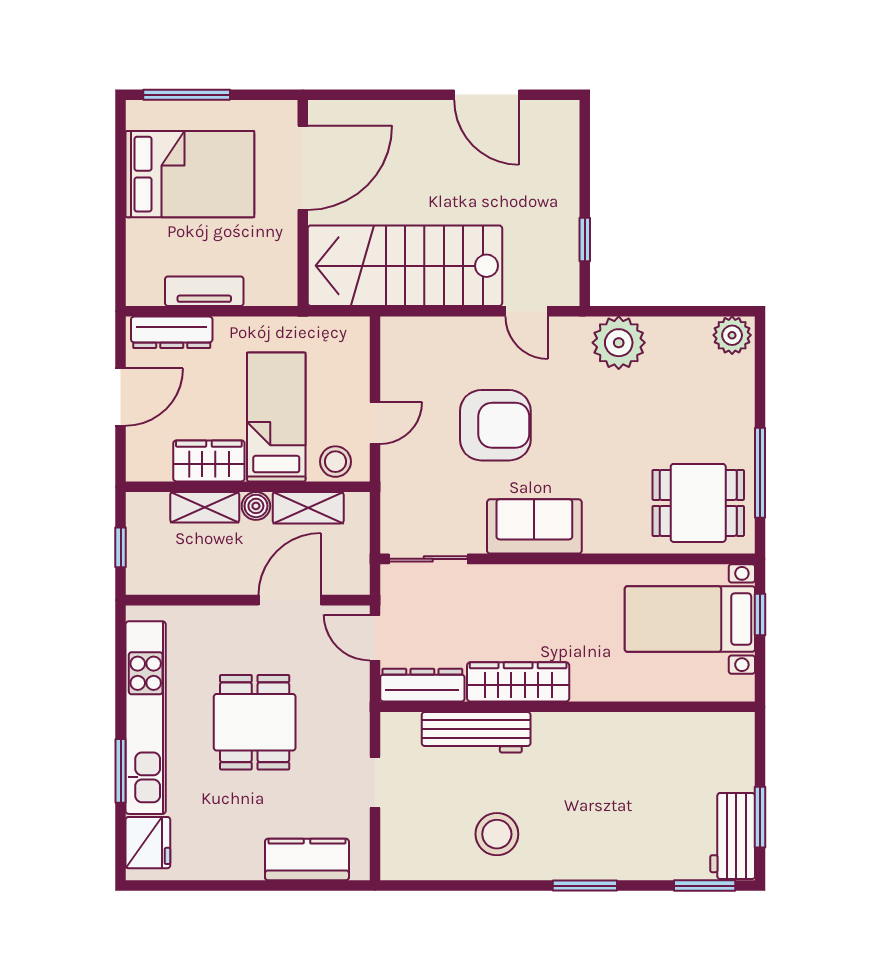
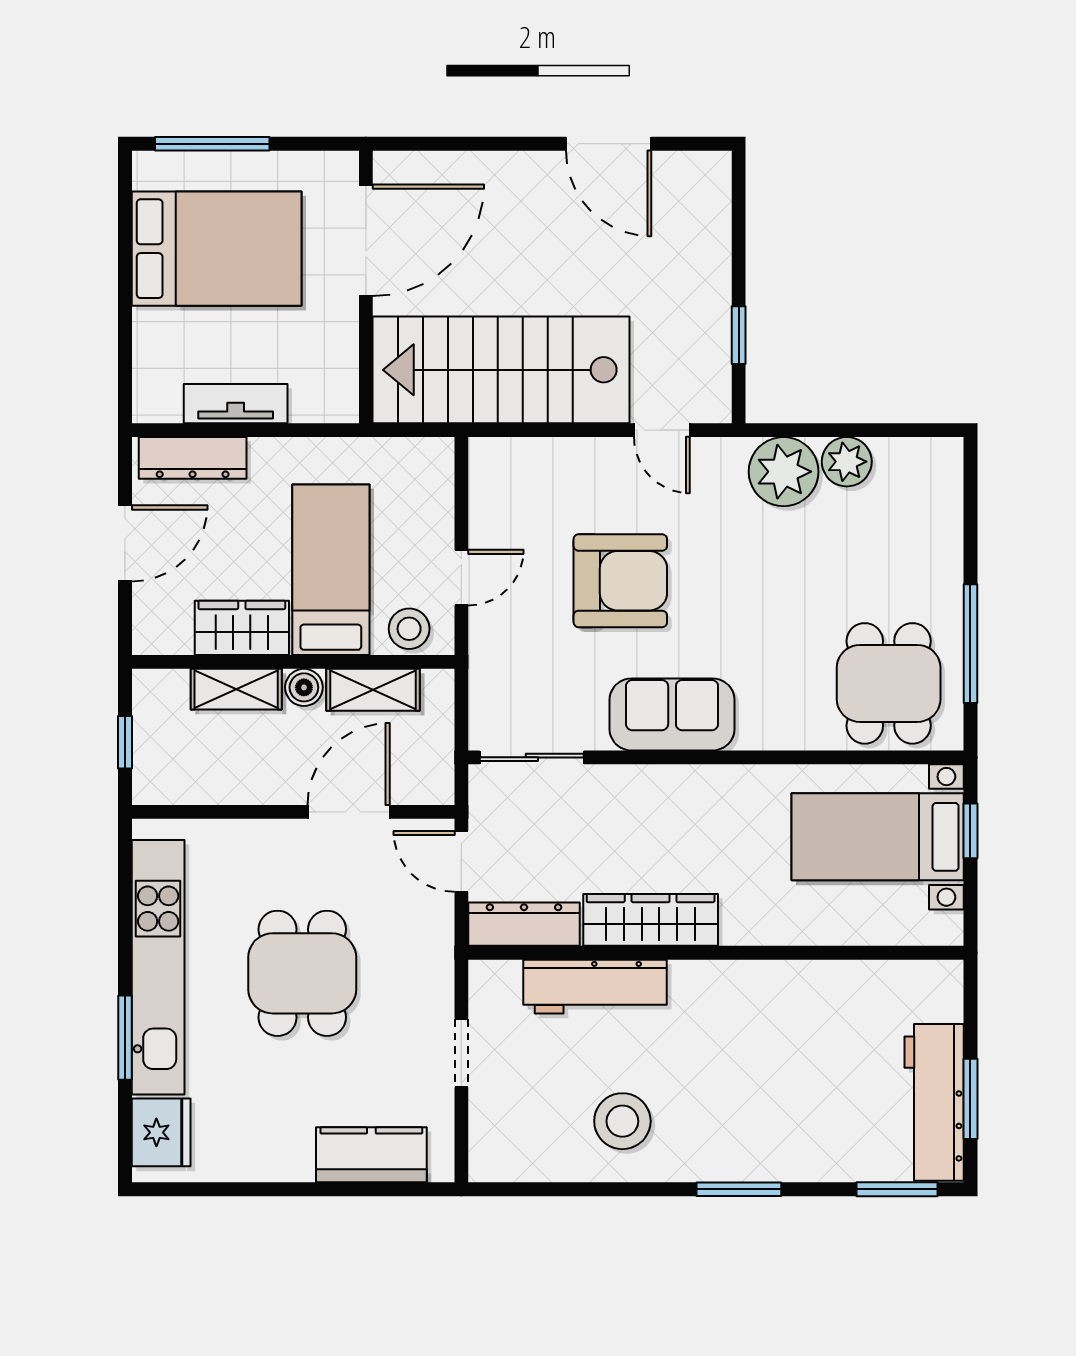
plant: (732, 335) -> (847, 462), moved
dining table: (698, 503) -> (889, 683), turned 90
workbench: (733, 836) -> (934, 1102), width x1.38

